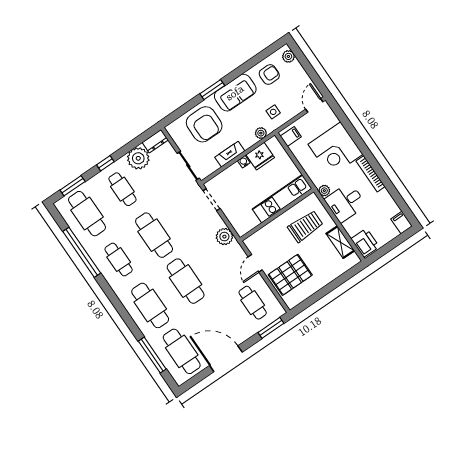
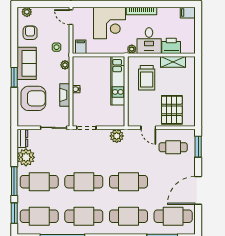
fridge: (260, 156) -> (80, 76), removed
window: (105, 163) -> (14, 181), width x2.17
cafe table: (122, 189) -> (39, 182), width x1.37, depth x1.35
trolley: (305, 226) -> (147, 78), turned 180
printer: (365, 243) -> (171, 46), moved
cafe table: (119, 260) -> (84, 216), width x1.37, depth x1.35

